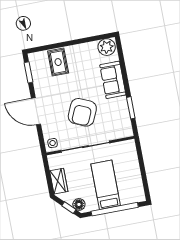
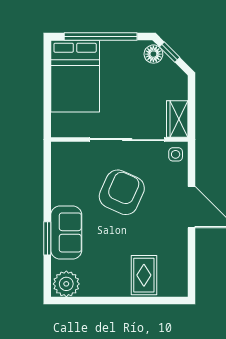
window: (29, 72) -> (192, 268), removed
window: (131, 108) -> (47, 238), moved
wardrobe: (59, 181) -> (177, 119), moved
bed: (106, 185) -> (75, 76), moved, width x1.50

